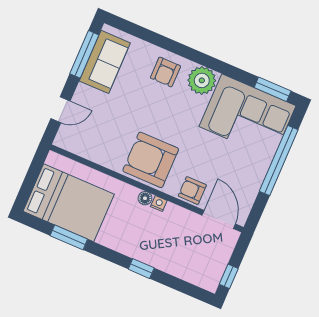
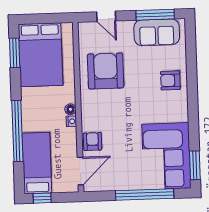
plant: (202, 80) -> (177, 110), removed
armchair: (151, 160) -> (106, 71), moved
window: (69, 237) -> (15, 53), moved
bed: (187, 264) -> (37, 163), added
window: (141, 269) -> (17, 131), width x3.17

